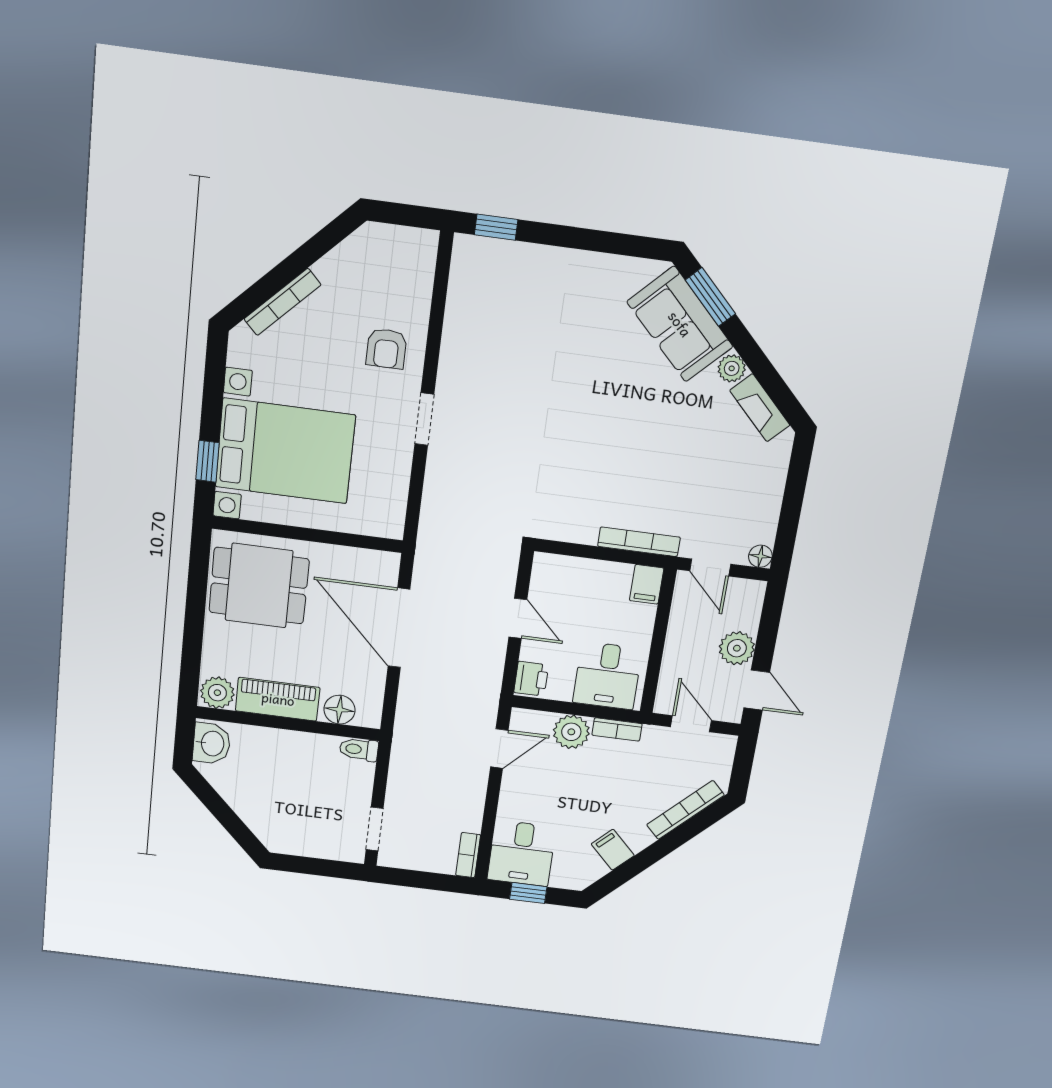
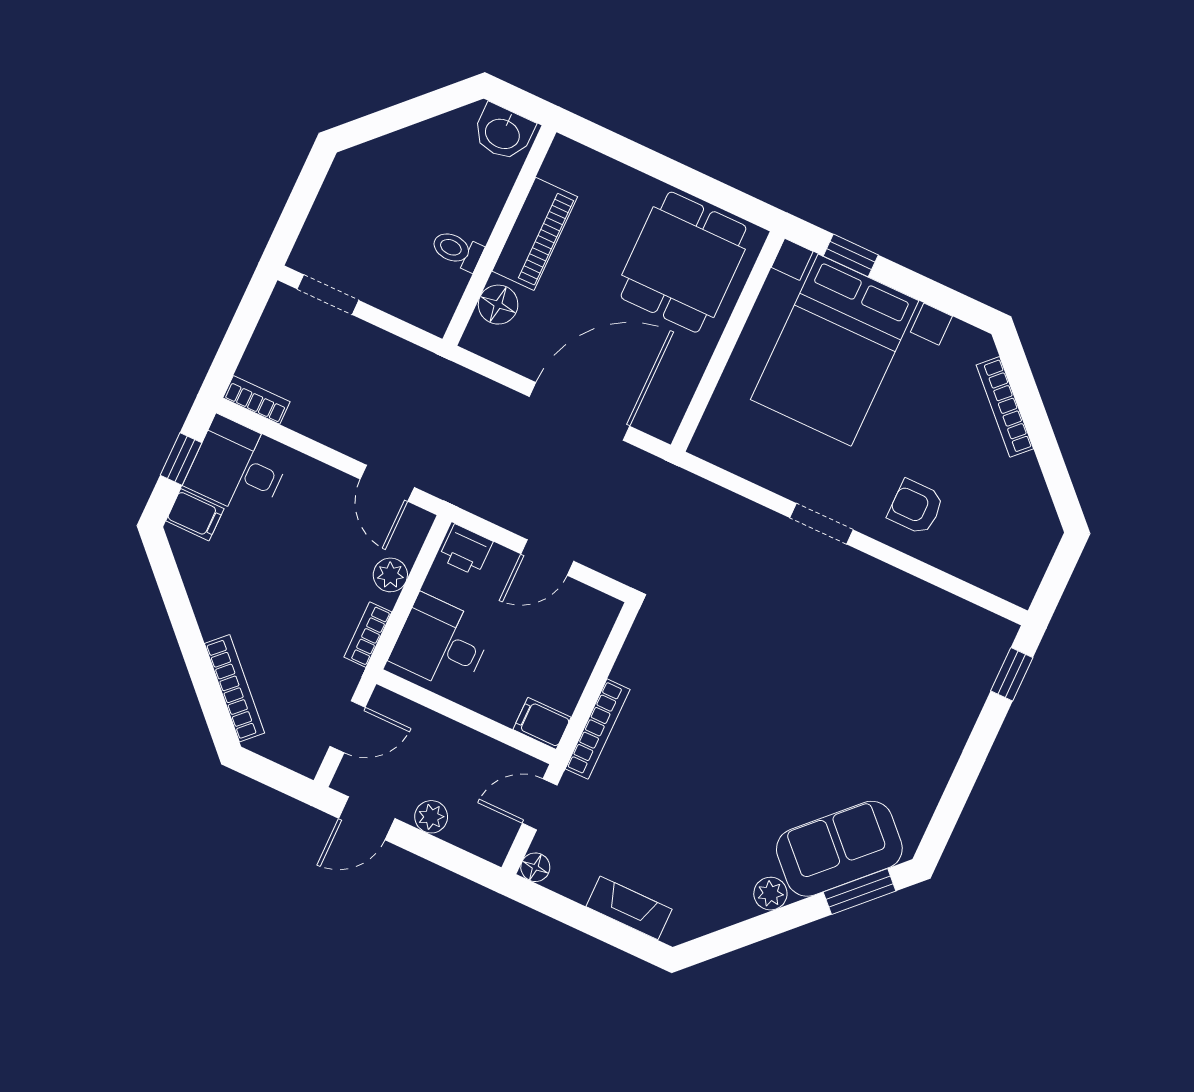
fireplace: (760, 408) -> (629, 908), moved, turned 45
plant: (737, 648) -> (431, 817), width x0.73, depth x0.73
plant: (217, 693) -> (566, 164), removed
plant: (571, 732) -> (390, 575), width x0.73, depth x0.73
toilet: (359, 749) -> (457, 250), moved, turned -90
filing cabinet: (613, 850) -> (195, 515), moved, turned 44

